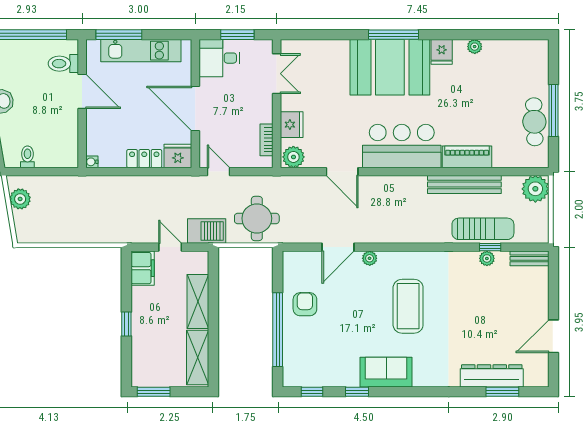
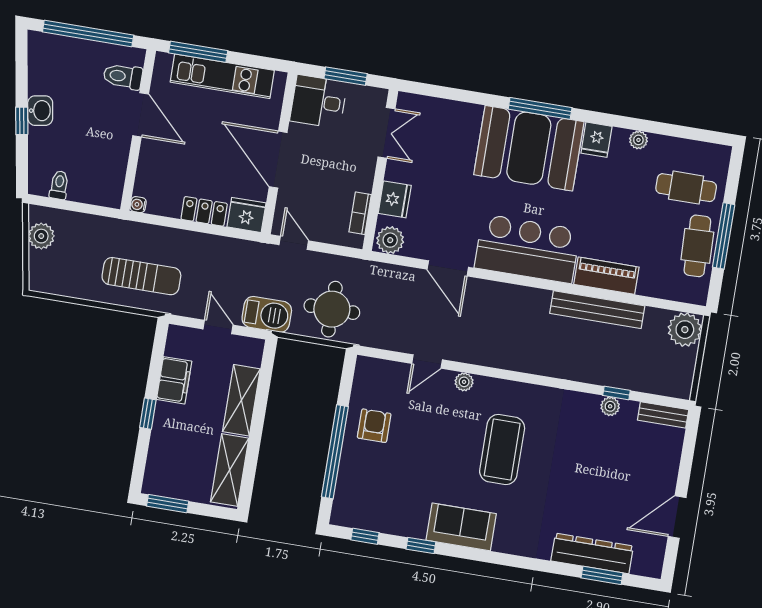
cafe table: (518, 78) -> (686, 188), added
sun lounger: (483, 229) -> (141, 276), moved
door: (338, 247) -> (427, 362), width x0.73
filing cabinet: (143, 268) -> (174, 380), moved

